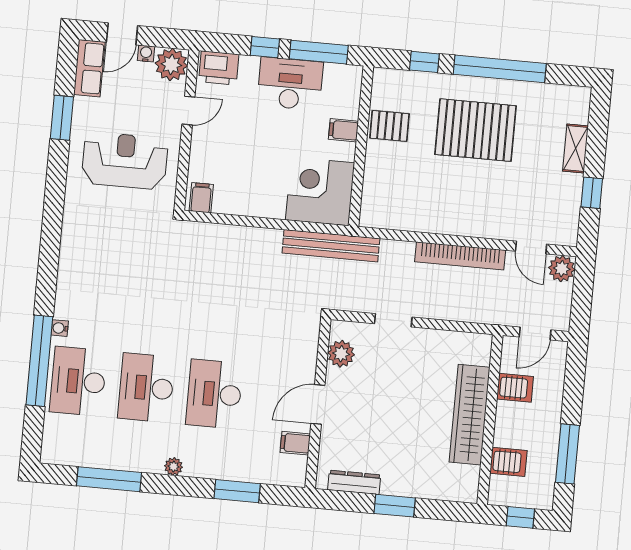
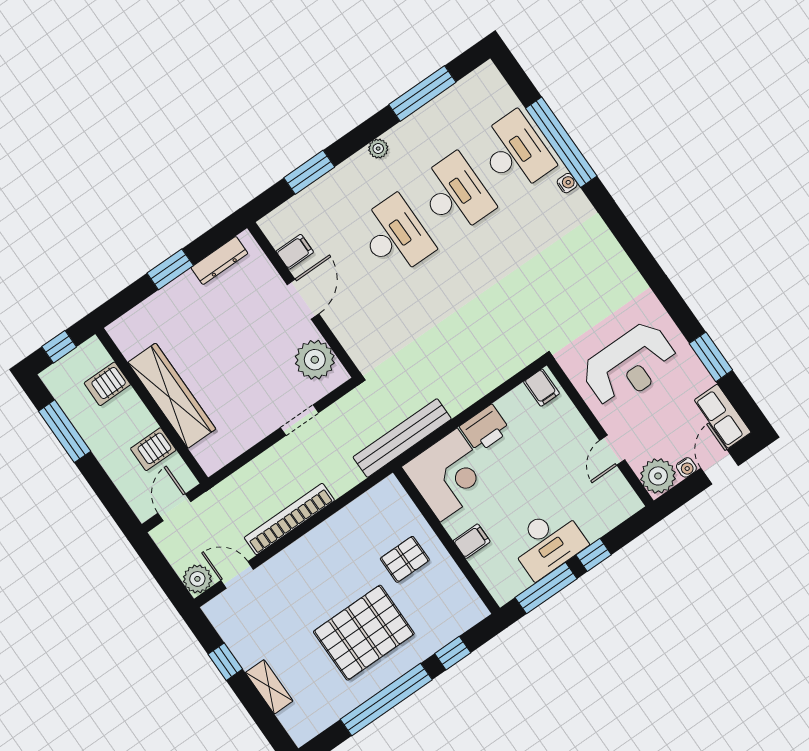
printer: (219, 68) -> (485, 429), moved, turned 180
pallet: (389, 126) -> (405, 559), moved
plant: (341, 354) -> (315, 360), width x1.36, depth x1.36

